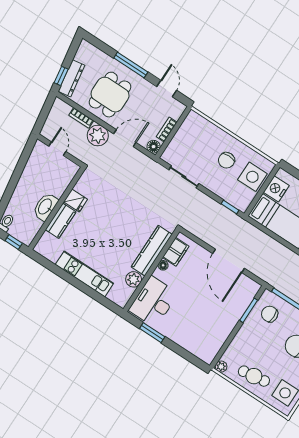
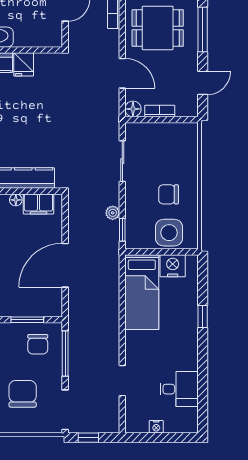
plant: (98, 136) -> (113, 213), moved, width x0.53, depth x0.53
chair: (270, 314) -> (38, 344), turned 180

